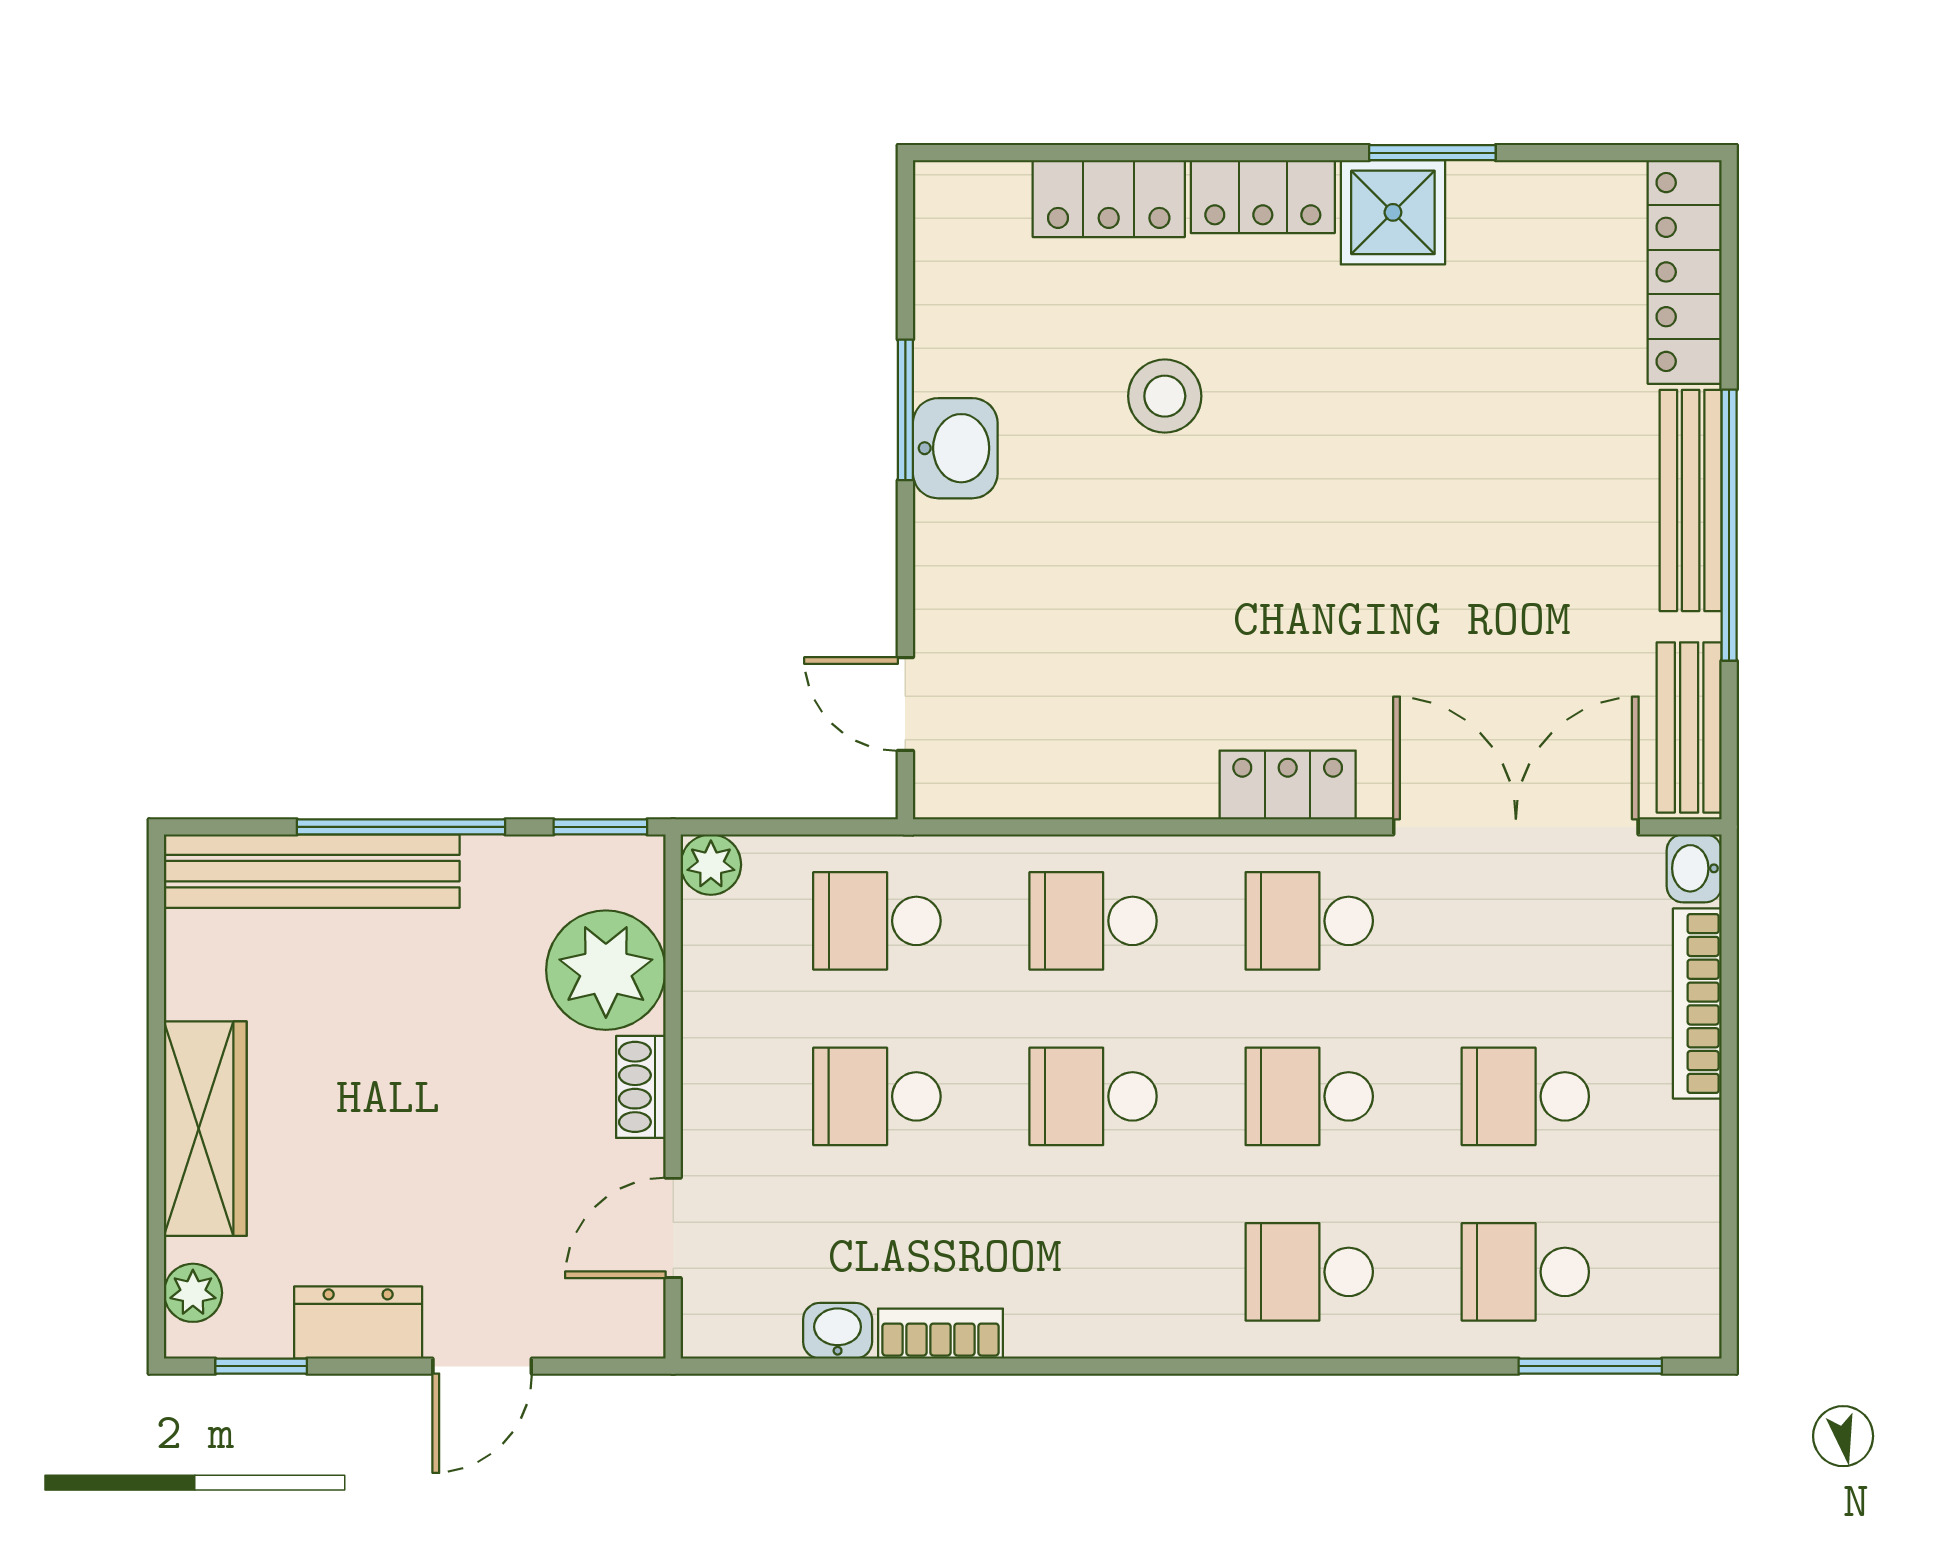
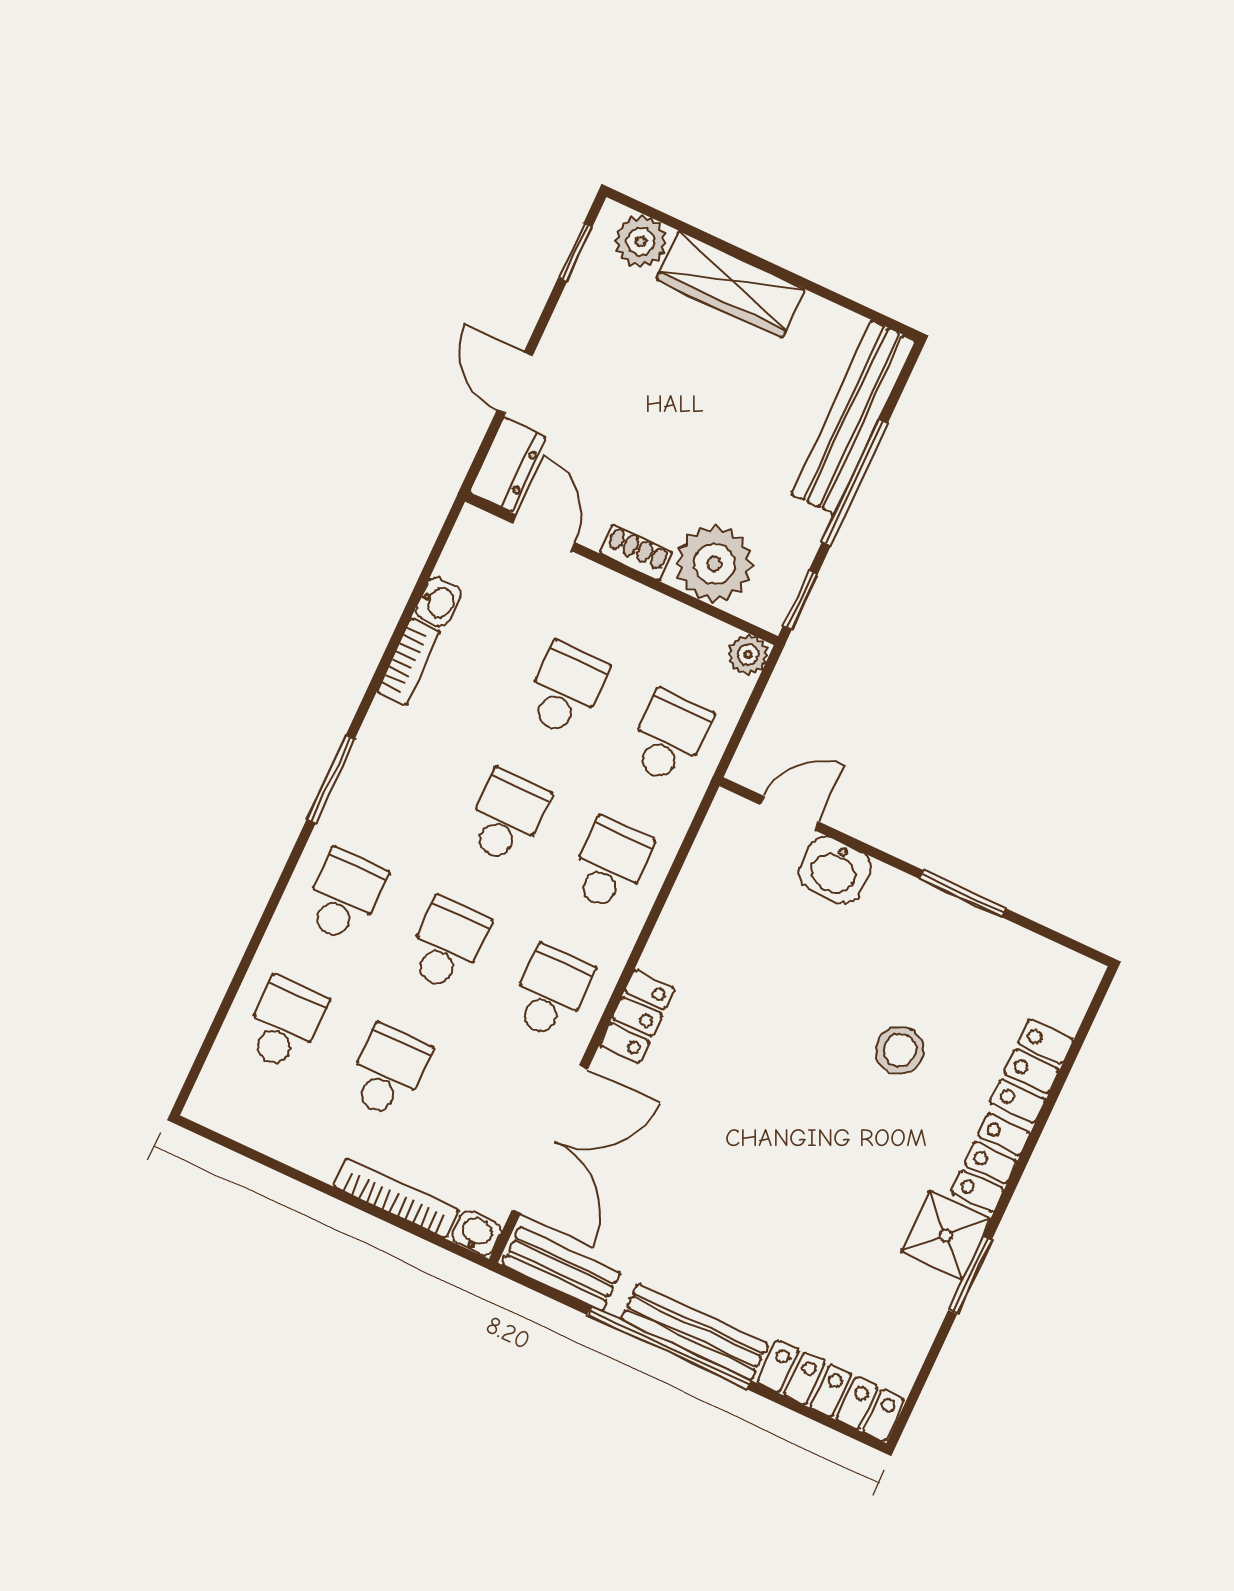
washbasin: (955, 448) -> (835, 870), moved
plant: (193, 1293) -> (641, 242), width x1.38, depth x1.38
dresser: (358, 1323) -> (508, 465), moved
window: (1590, 1366) -> (331, 779), moved

